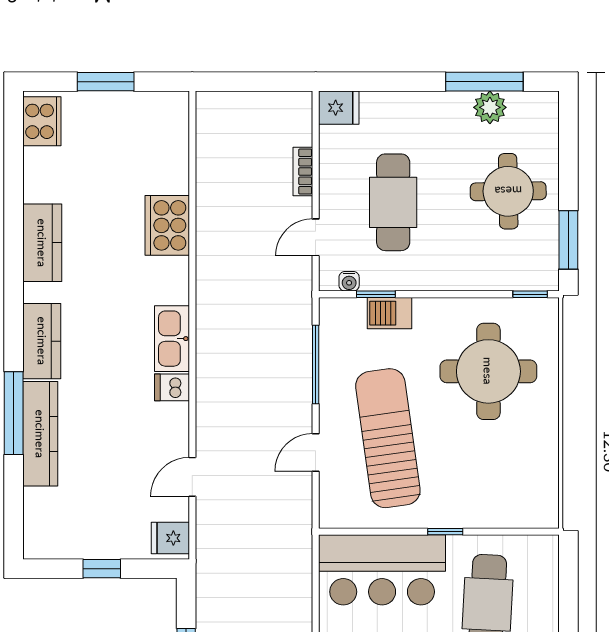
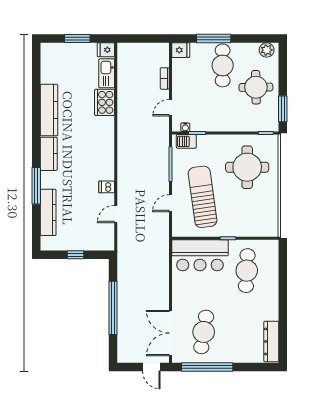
window: (484, 82) -> (214, 39), moved
plant: (490, 107) -> (267, 50), moved
cooker: (42, 121) -> (49, 56), removed
cafe table: (393, 202) -> (223, 65), moved
kitchen counter: (42, 243) -> (49, 110), width x1.50
barbecue: (390, 313) -> (186, 141), moved
kitchen sink: (172, 339) -> (107, 73), moved
dishwasher: (172, 387) -> (107, 187), moved
kitchen counter: (40, 434) -> (48, 212), moved
fridge: (170, 538) -> (106, 50), moved

